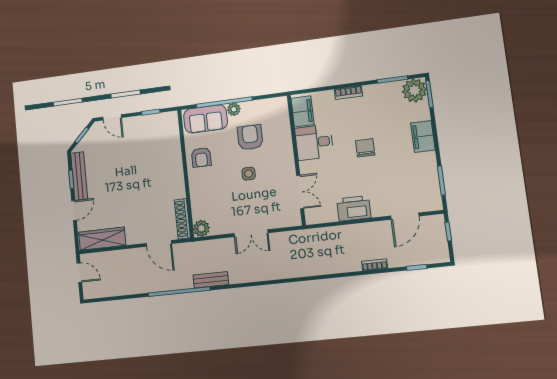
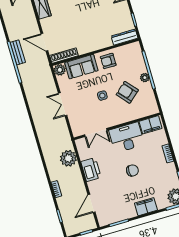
sofa: (206, 119) -> (81, 67), moved, turned -90
dresser: (172, 129) -> (125, 37), added
armchair: (250, 137) -> (127, 92), turned -131
desk: (314, 142) -> (127, 137), width x1.37
door: (405, 216) -> (92, 203), hinge flipped
plant: (331, 239) -> (68, 158), added
door: (159, 243) -> (44, 42), hinge flipped
bench: (211, 280) -> (18, 52), moved

